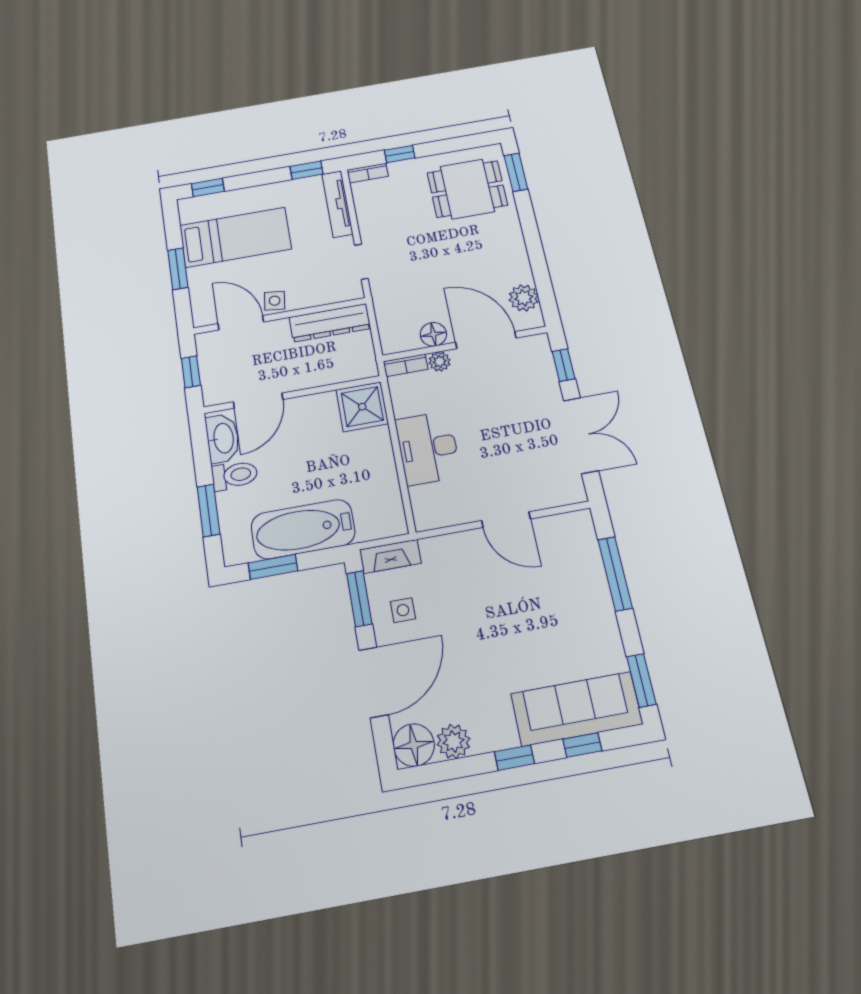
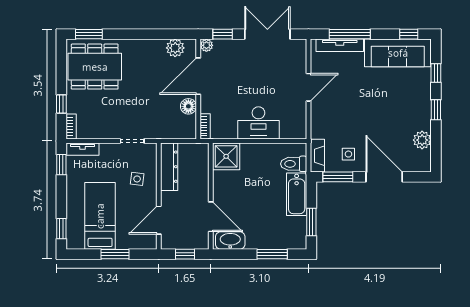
dining table: (467, 189) -> (95, 67), width x1.38
tv unit: (337, 204) -> (82, 149), width x0.71
side table: (275, 301) -> (137, 179), moved
plant: (440, 362) -> (206, 45), moved
toilet: (235, 475) -> (294, 164), moved, turned -90
bathtub: (303, 529) -> (297, 194), width x0.73, depth x0.73
tv unit: (591, 560) -> (340, 45), added
window: (641, 680) -> (409, 34), width x0.67
sofa: (577, 709) -> (398, 53), moved, turned -90
floor lamp: (414, 745) -> (420, 161), removed

